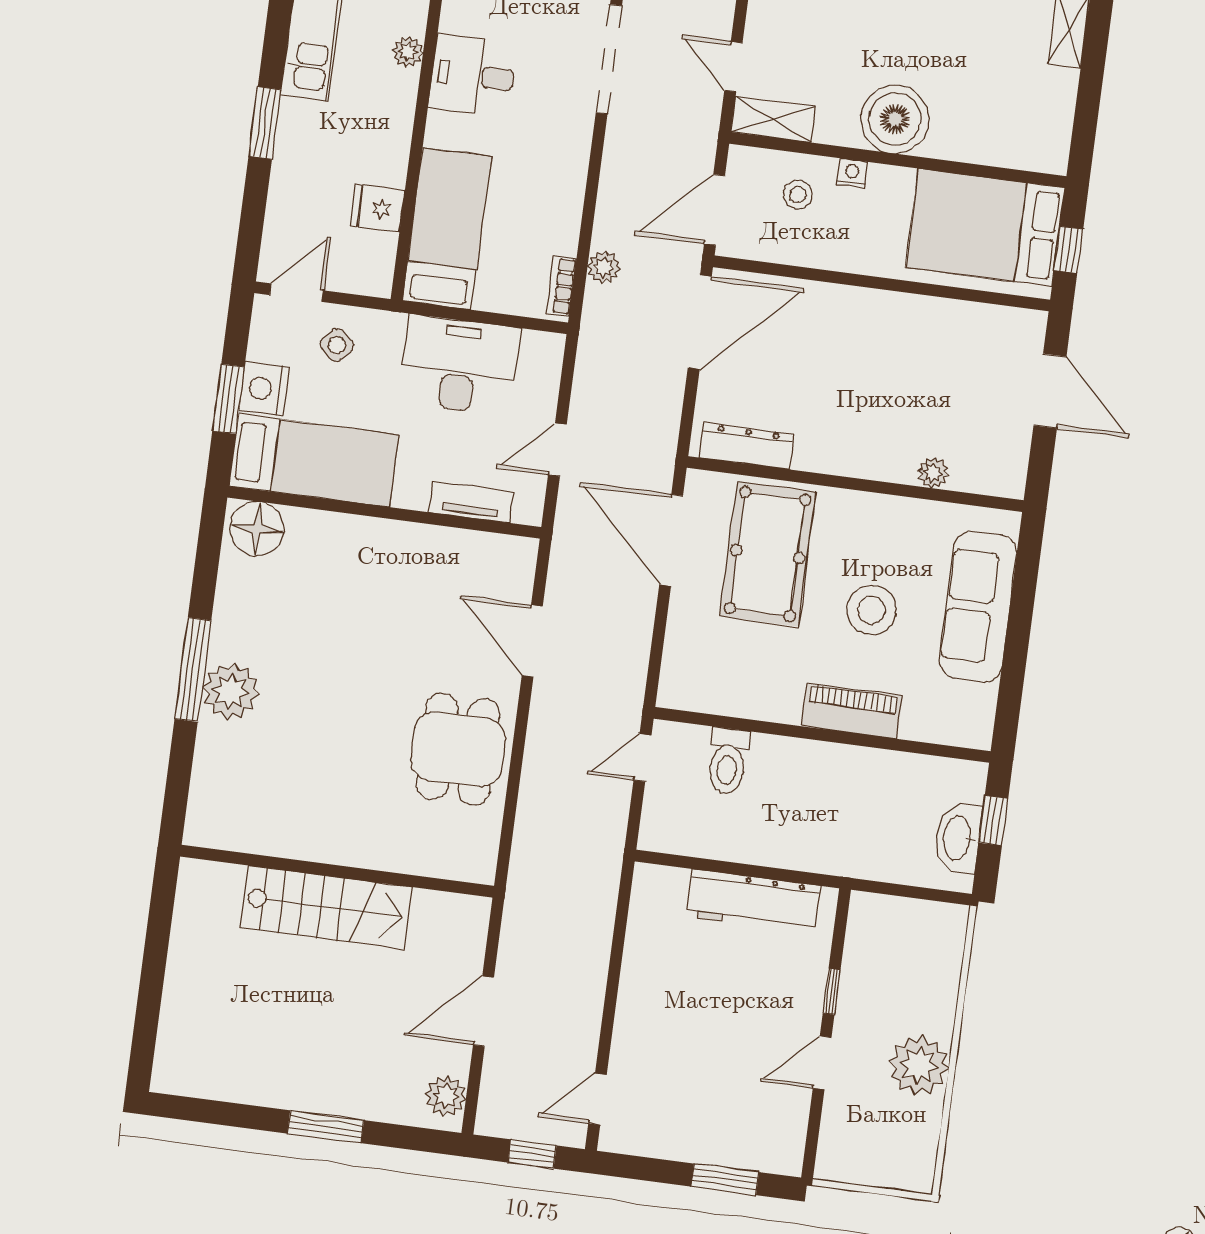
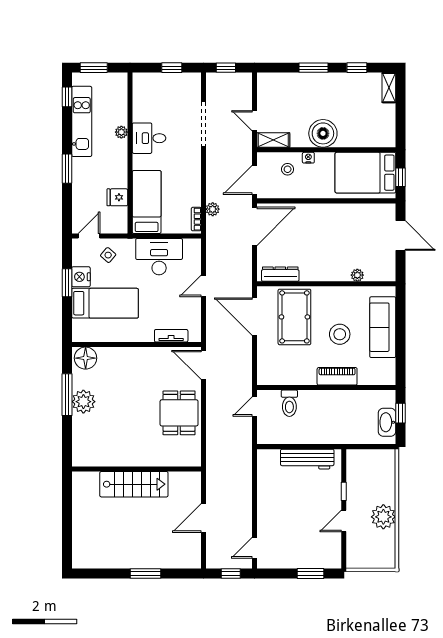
tv unit: (471, 502) -> (171, 336), moved
wall: (384, 512) -> (136, 344), moved
floor lamp: (257, 529) -> (86, 358), moved
plant: (446, 1096) -> (193, 555), removed

